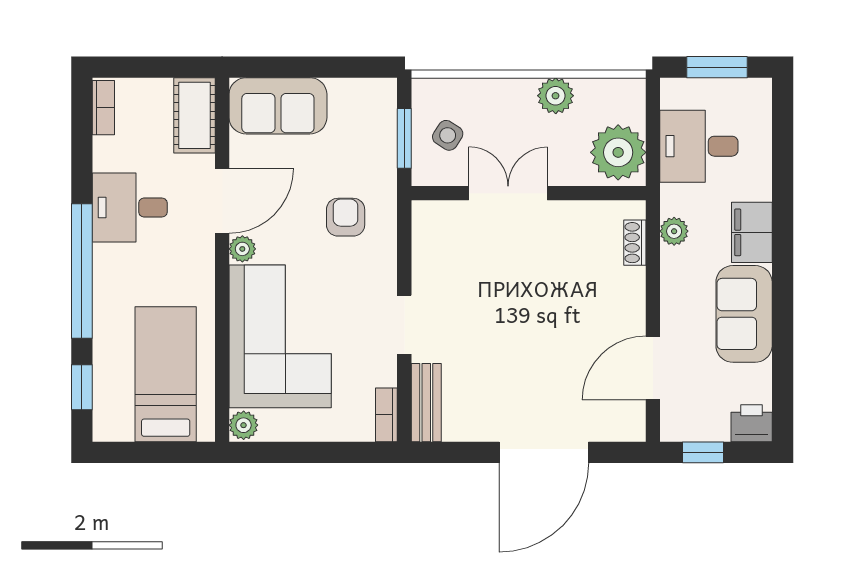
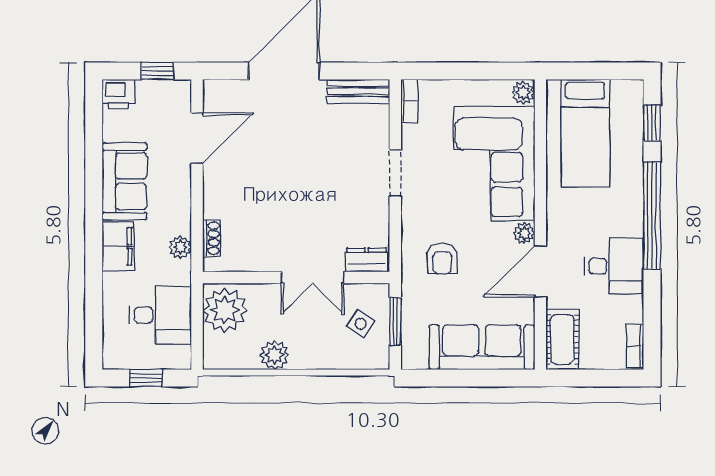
window: (717, 67) -> (146, 378), width x0.67
sofa: (278, 106) -> (482, 347), width x1.36
dresser: (440, 215) -> (367, 260), added
bench: (426, 403) -> (358, 91), moved, turned 90

